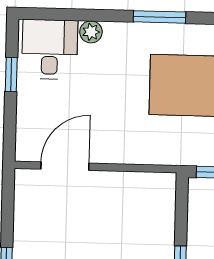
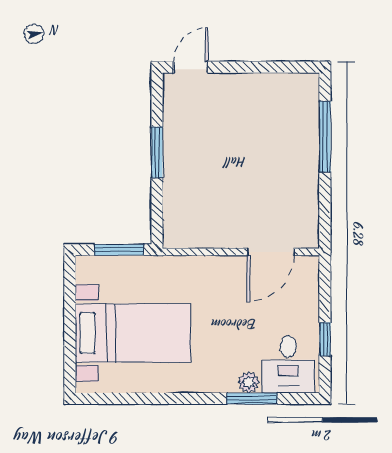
window: (159, 17) -> (252, 399), moved

